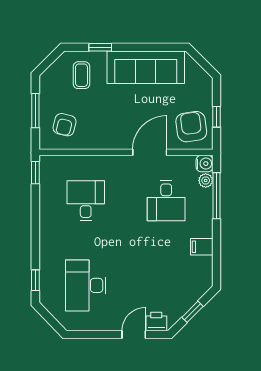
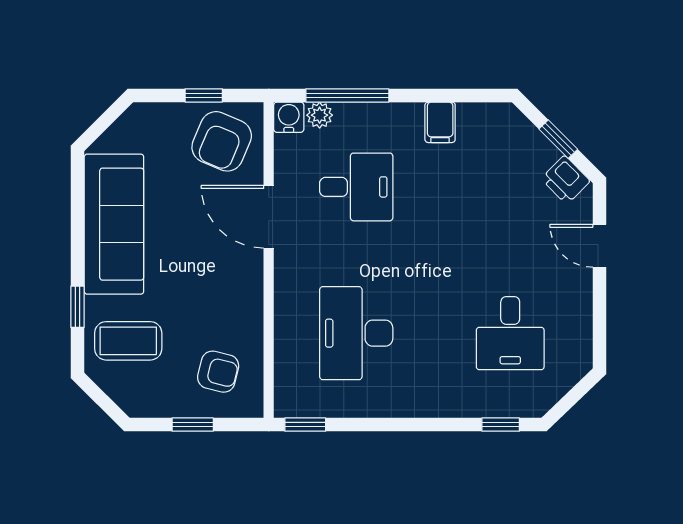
coffee table: (81, 75) -> (128, 341), width x1.36, depth x1.30
window: (35, 111) -> (193, 425), width x0.67
armchair: (191, 127) -> (222, 141), turned -59
desk: (86, 201) -> (356, 333), width x1.37
desk: (86, 285) -> (510, 333), width x0.73
printer: (156, 322) -> (566, 180), moved, turned -45

